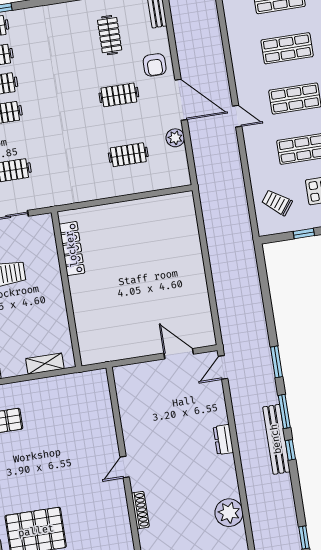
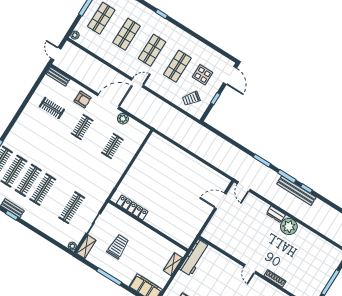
workbench: (77, 384) -> (194, 258), added
plant: (229, 513) -> (289, 227), moved

